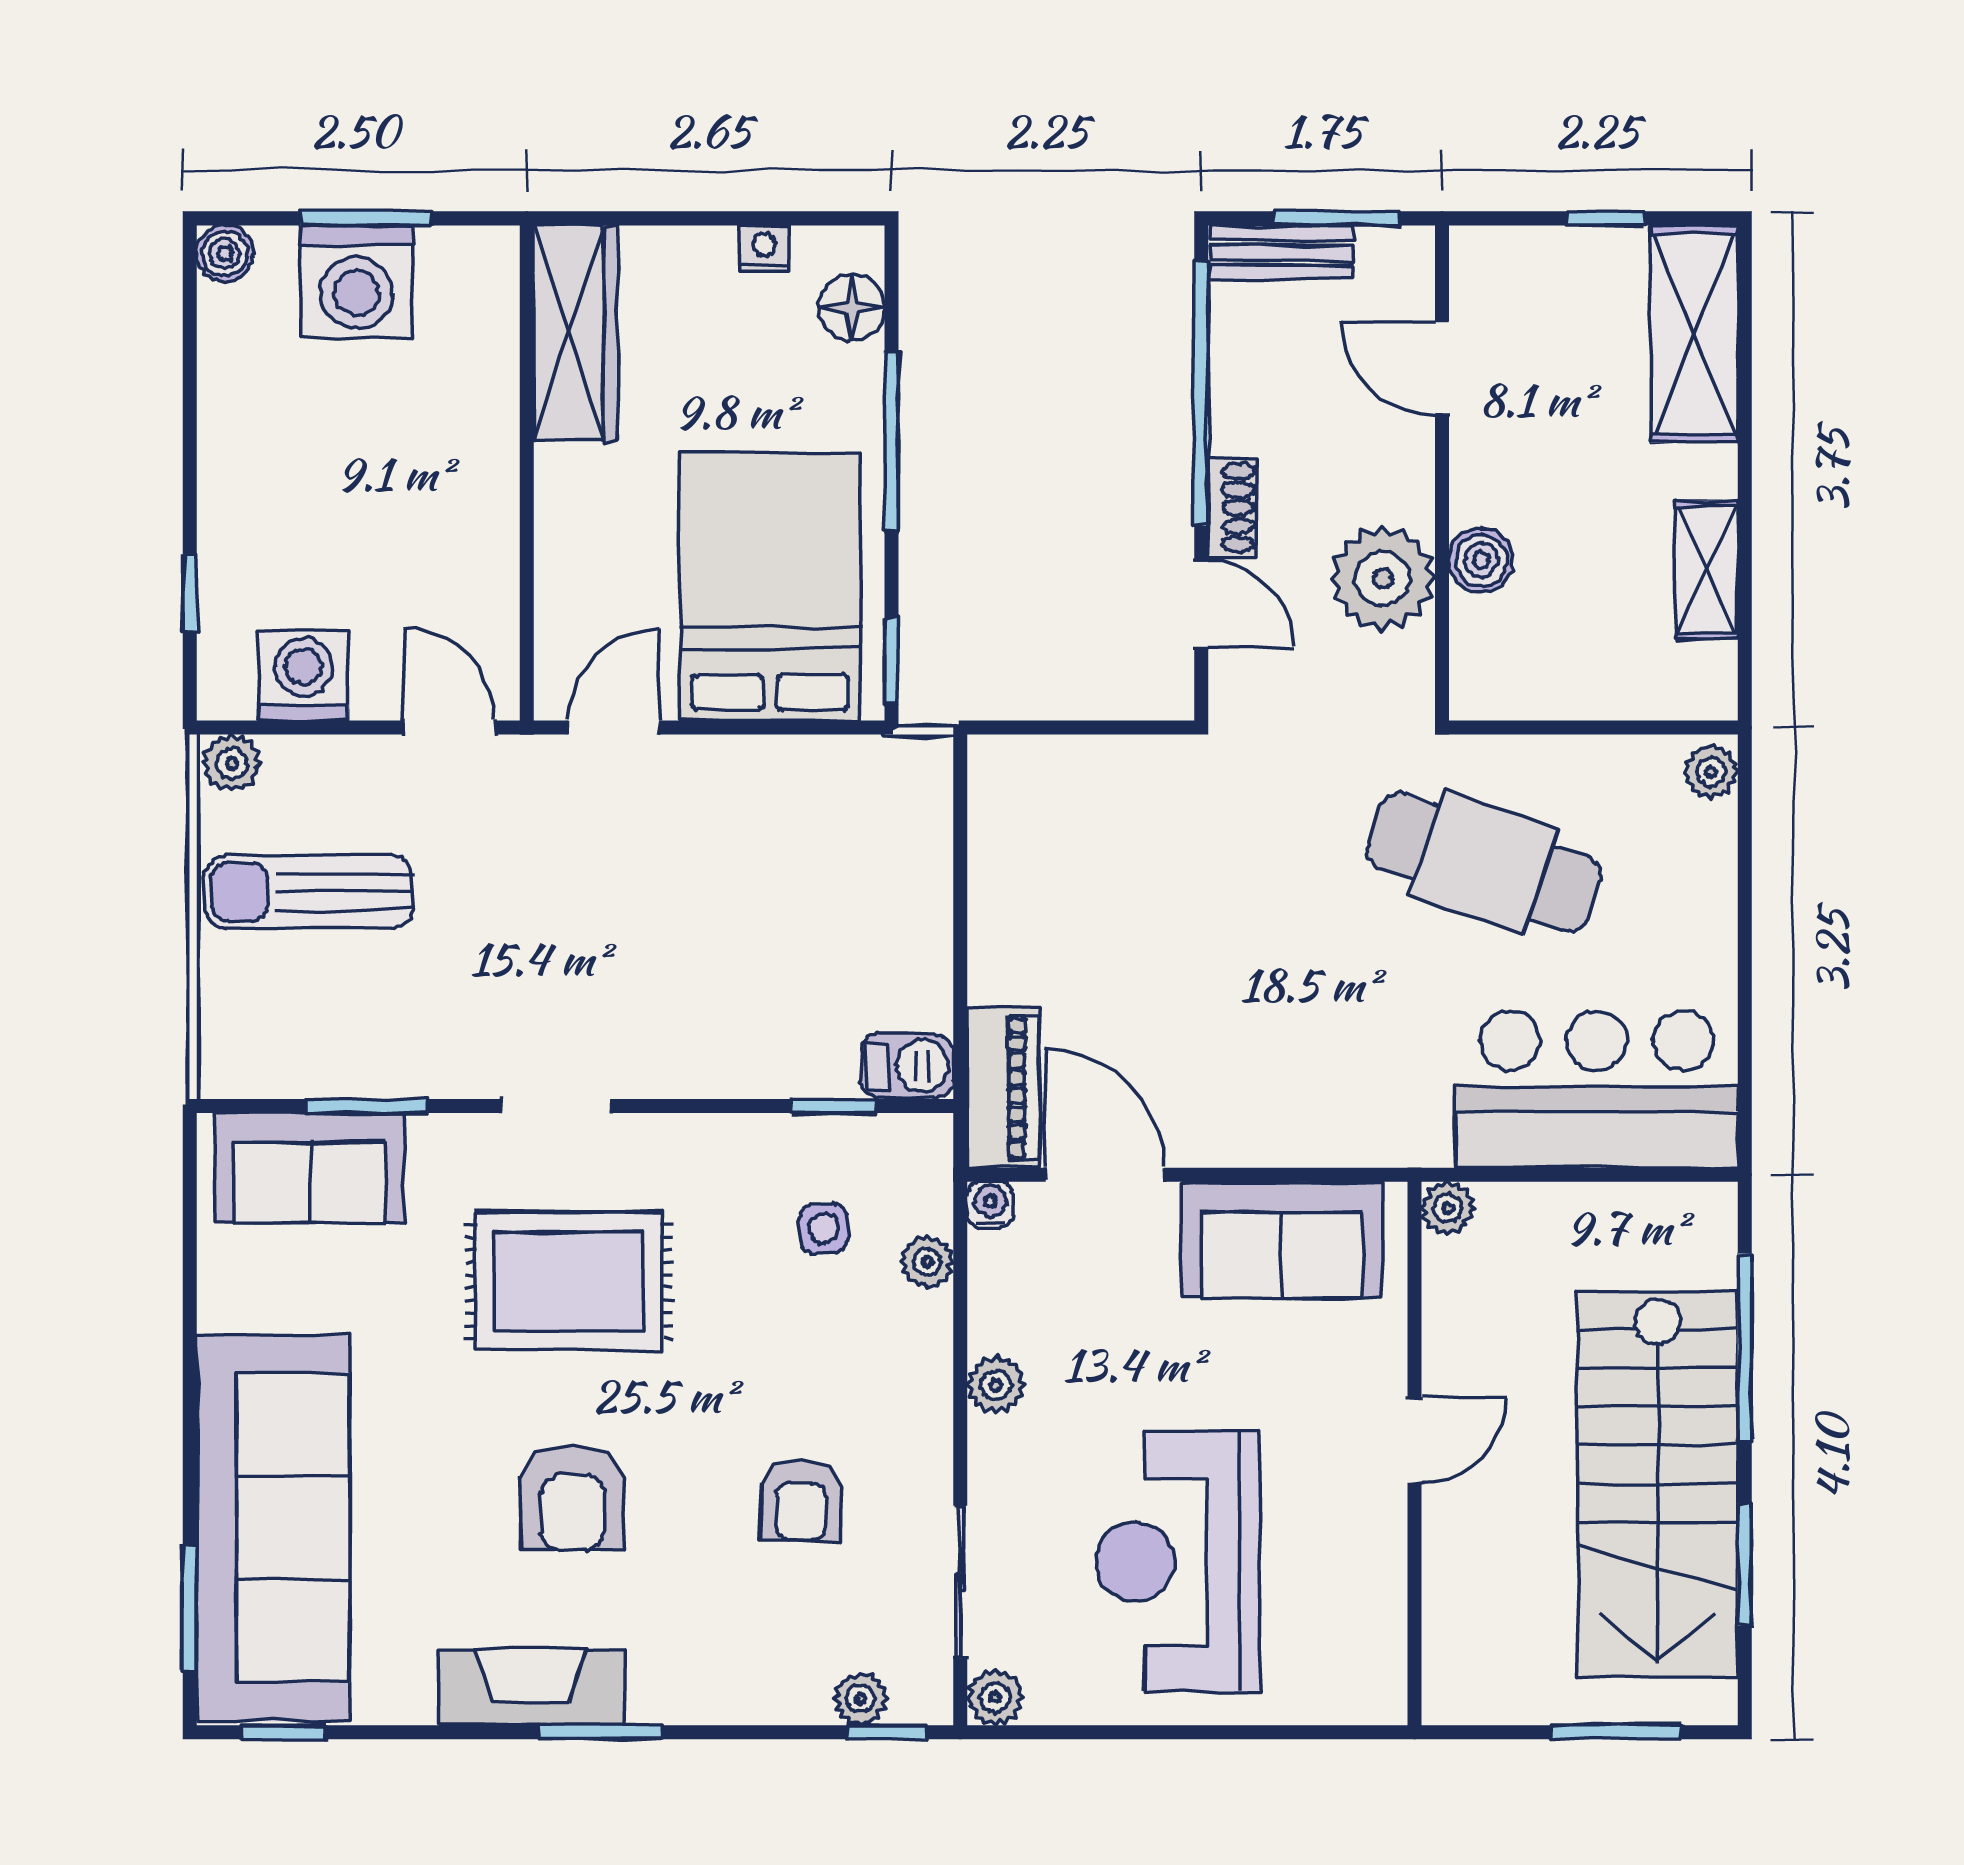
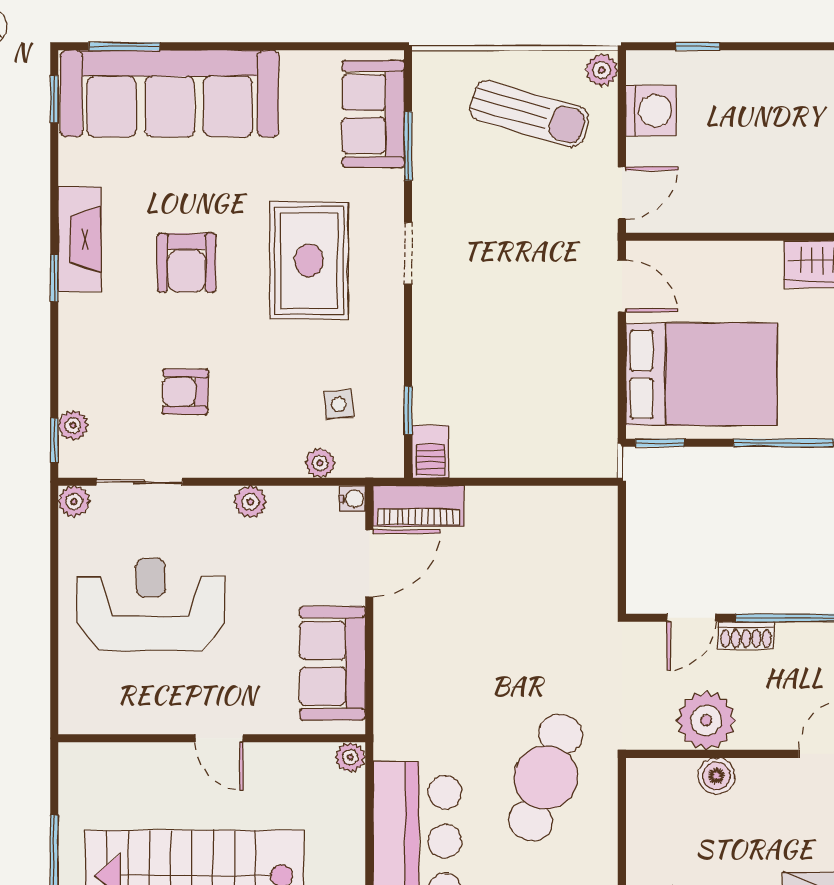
sun lounger: (309, 892) -> (529, 114), turned 106
armchair: (573, 1498) -> (187, 263), turned -90
window: (600, 1732) -> (54, 278), width x0.67

